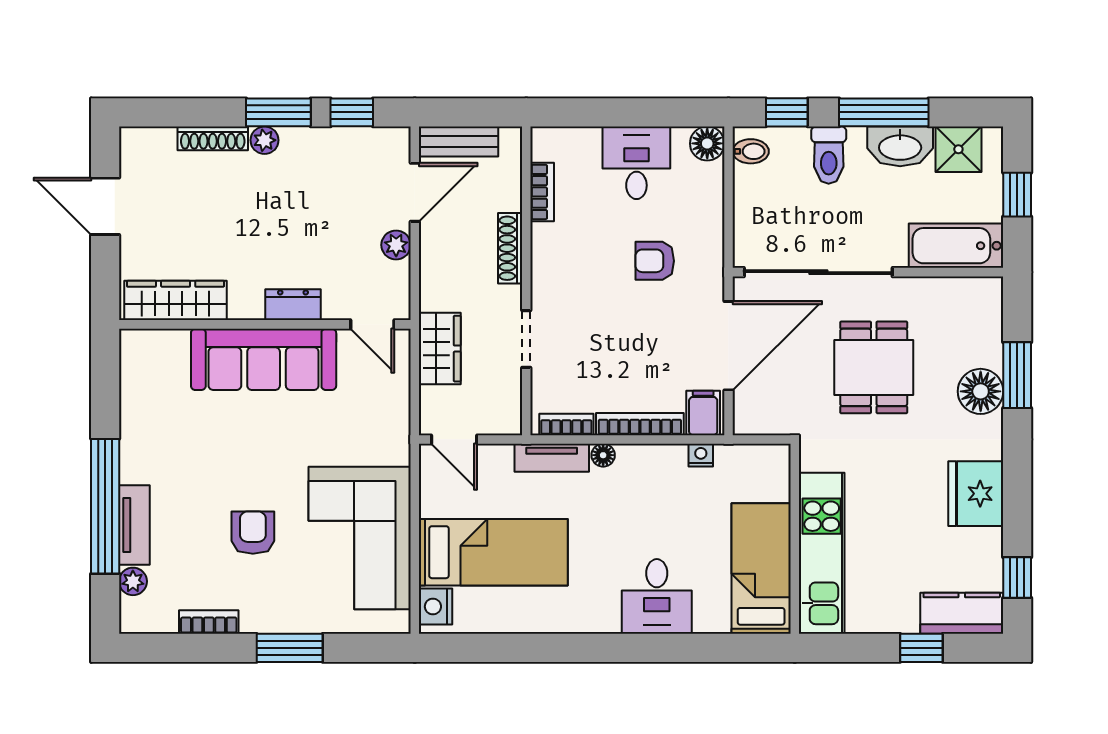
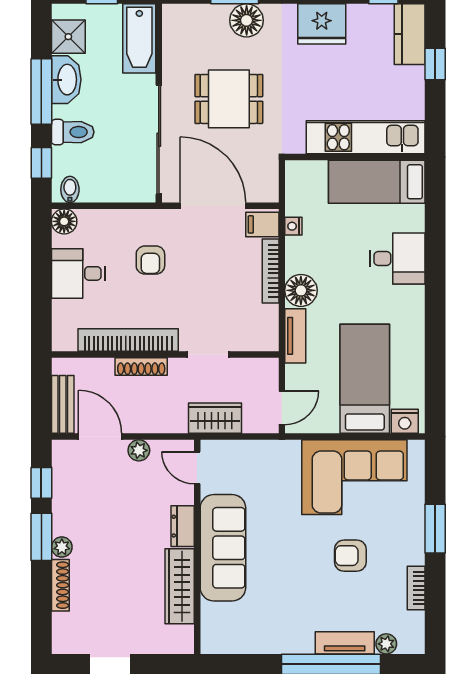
bookcase: (542, 192) -> (128, 340), width x2.31, depth x1.31
wardrobe: (176, 300) -> (180, 586), moved
door: (372, 324) -> (197, 468), swing flipped
bookcase: (566, 424) -> (271, 325), removed
floor lamp: (603, 455) -> (301, 290), width x1.89, depth x1.89

